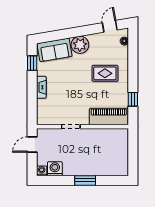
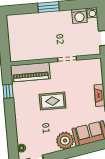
rug: (105, 73) -> (53, 101), moved

